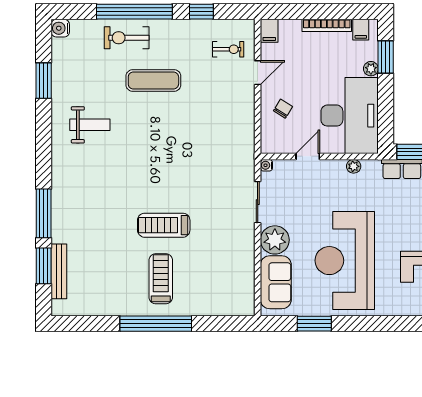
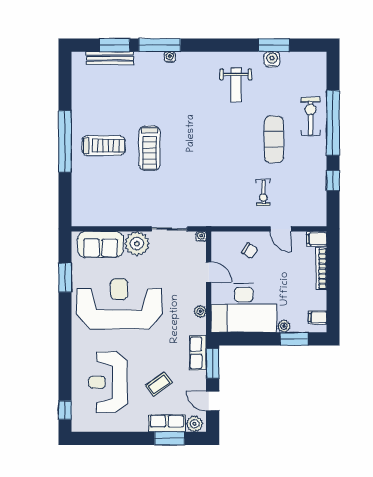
bookcase: (327, 25) -> (321, 269), moved
water cooler: (60, 28) -> (272, 59), moved
exercise bike: (228, 49) -> (263, 193), moved
water cooler: (57, 202) -> (170, 57), added
treadmill: (164, 225) -> (150, 148), turned 180

